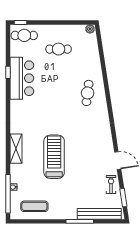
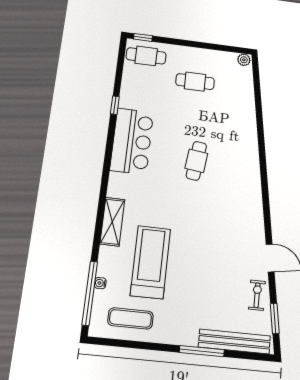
bar counter: (22, 78) -> (132, 141), moved
cafe table: (88, 93) -> (196, 161), moved
treadmill: (54, 157) -> (151, 262), moved

